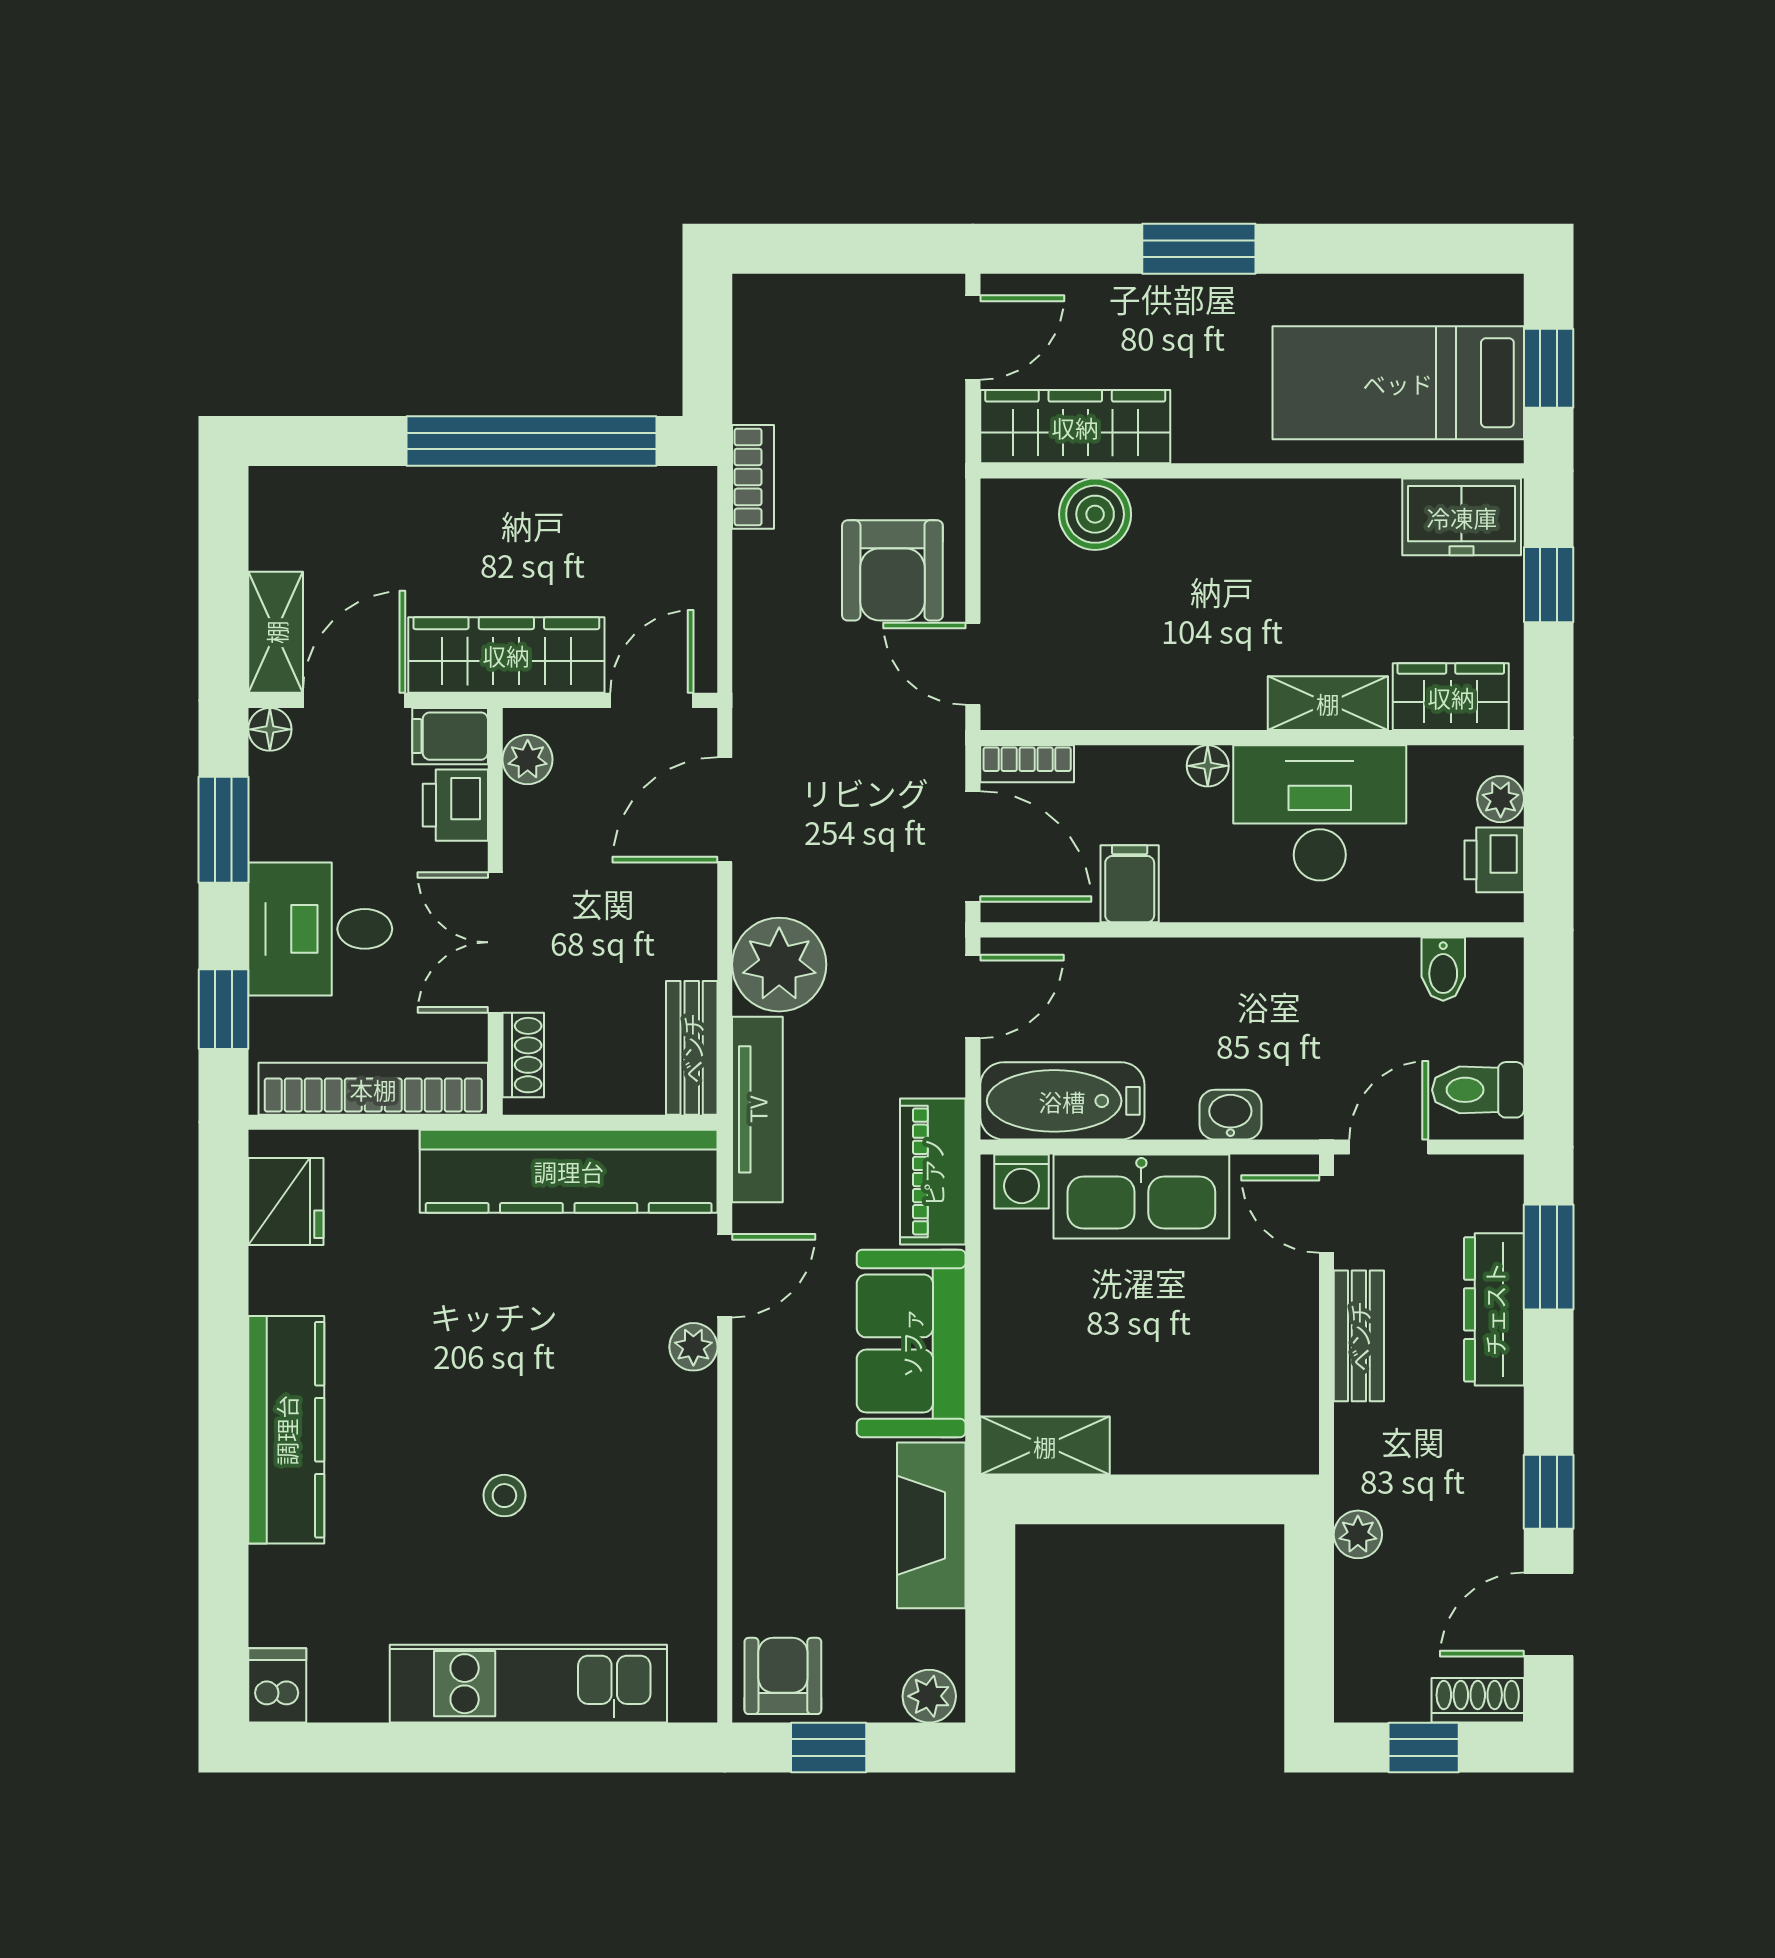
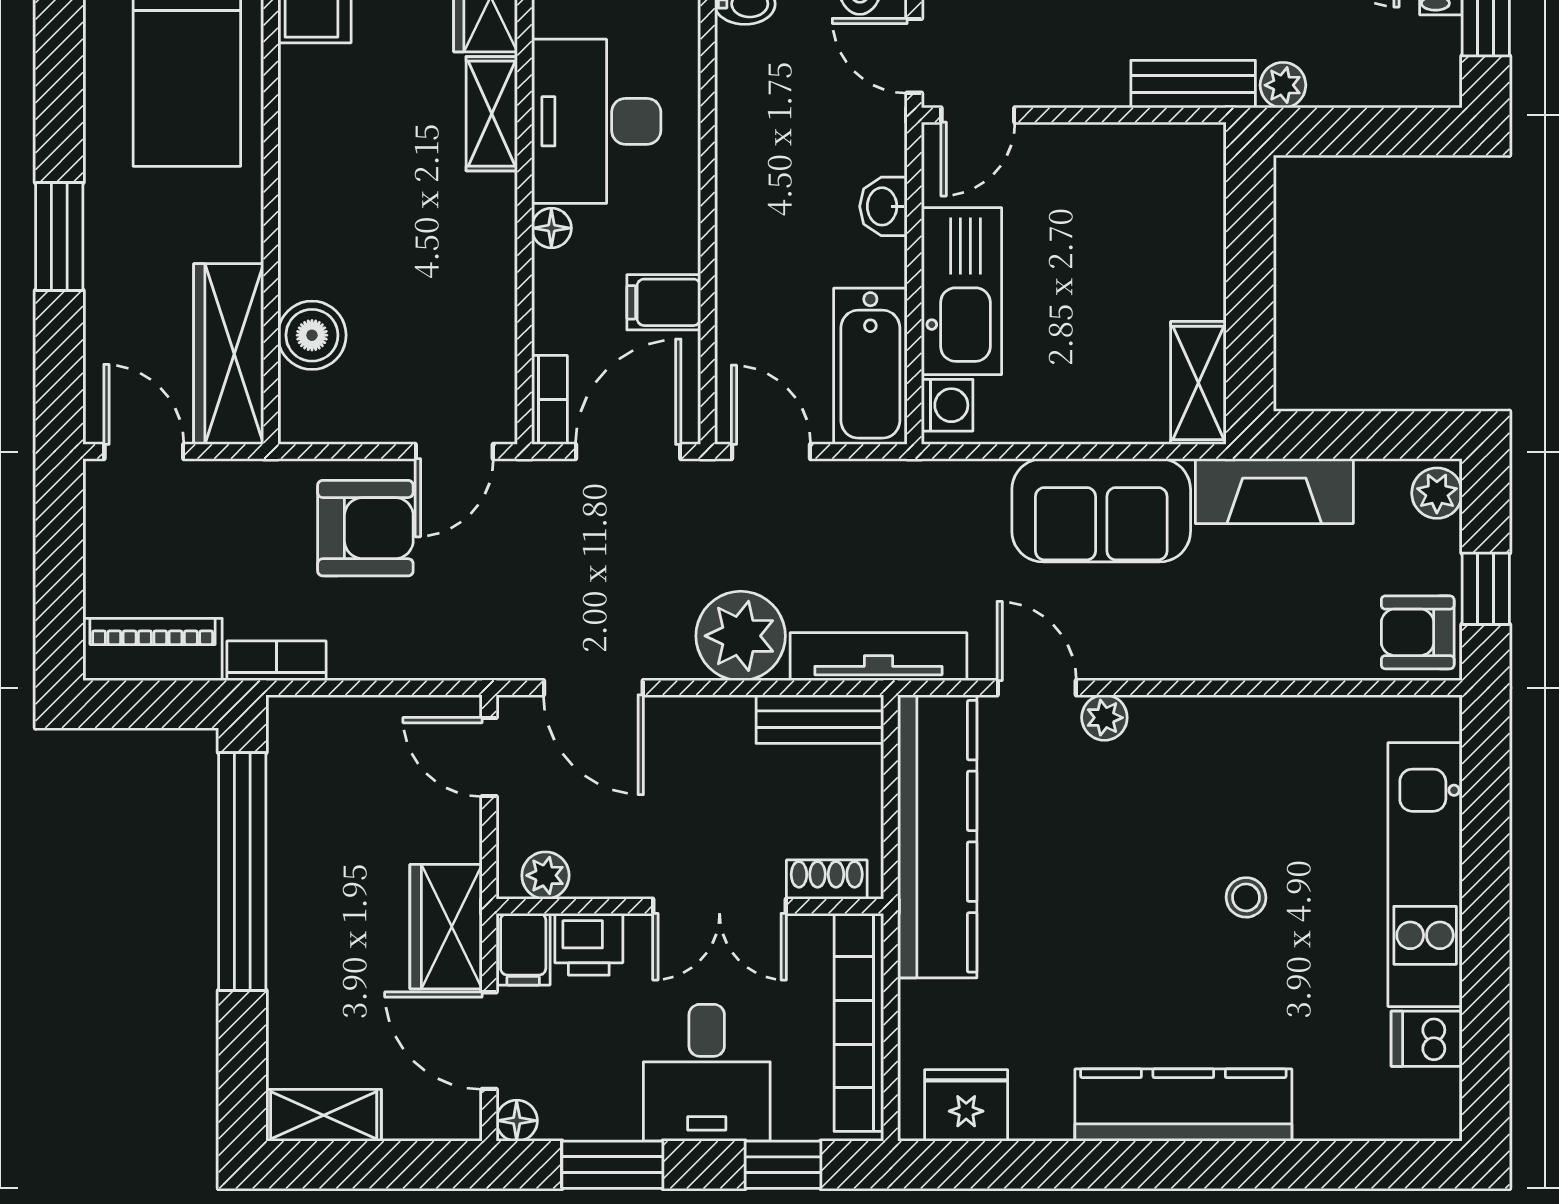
shelving: (276, 632) -> (324, 1115), moved
wardrobe: (506, 655) -> (446, 927), width x0.67
piano: (933, 1171) -> (153, 649), moved, turned 180
bench: (1359, 1336) -> (1193, 84), moved
dishwasher: (277, 1685) -> (1427, 1039), moved

